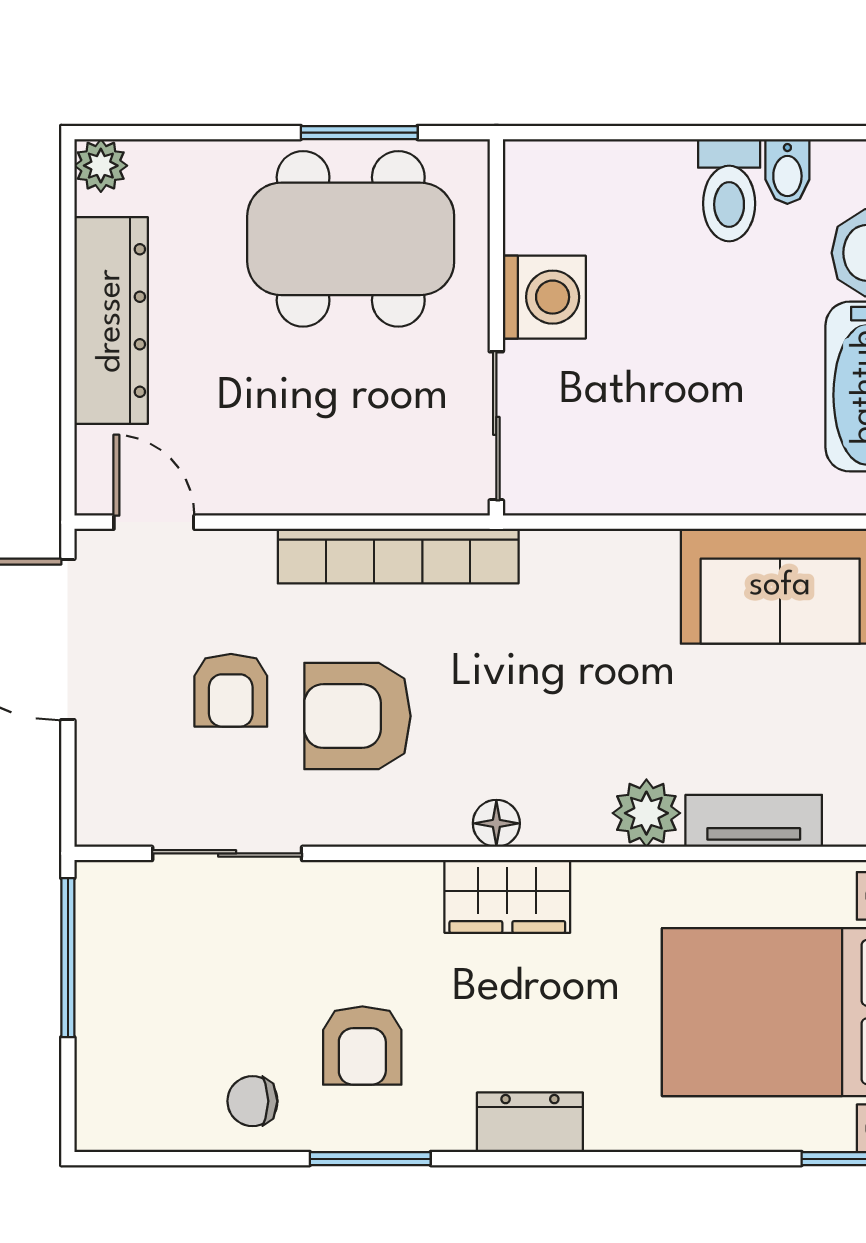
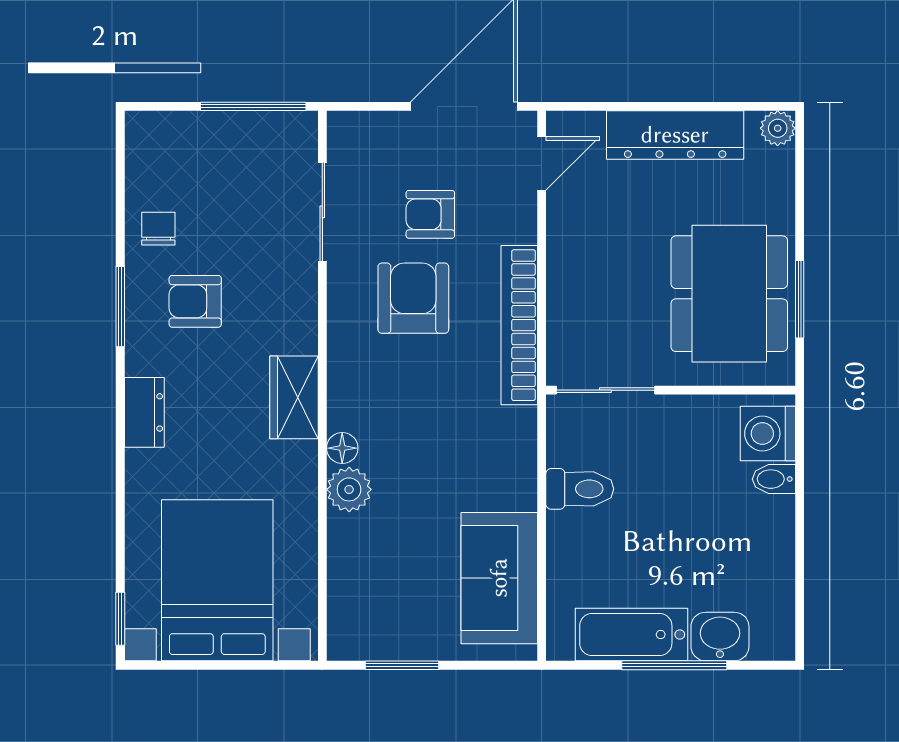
bidet: (787, 172) -> (774, 479), moved
toilet: (729, 190) -> (580, 489), moved, turned 180
washing machine: (544, 297) -> (768, 434), moved, turned 90
tv unit: (754, 821) -> (344, 561), removed
floor lamp: (496, 823) -> (342, 448), moved

